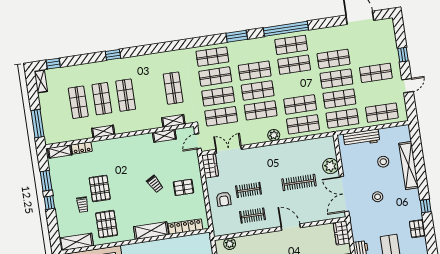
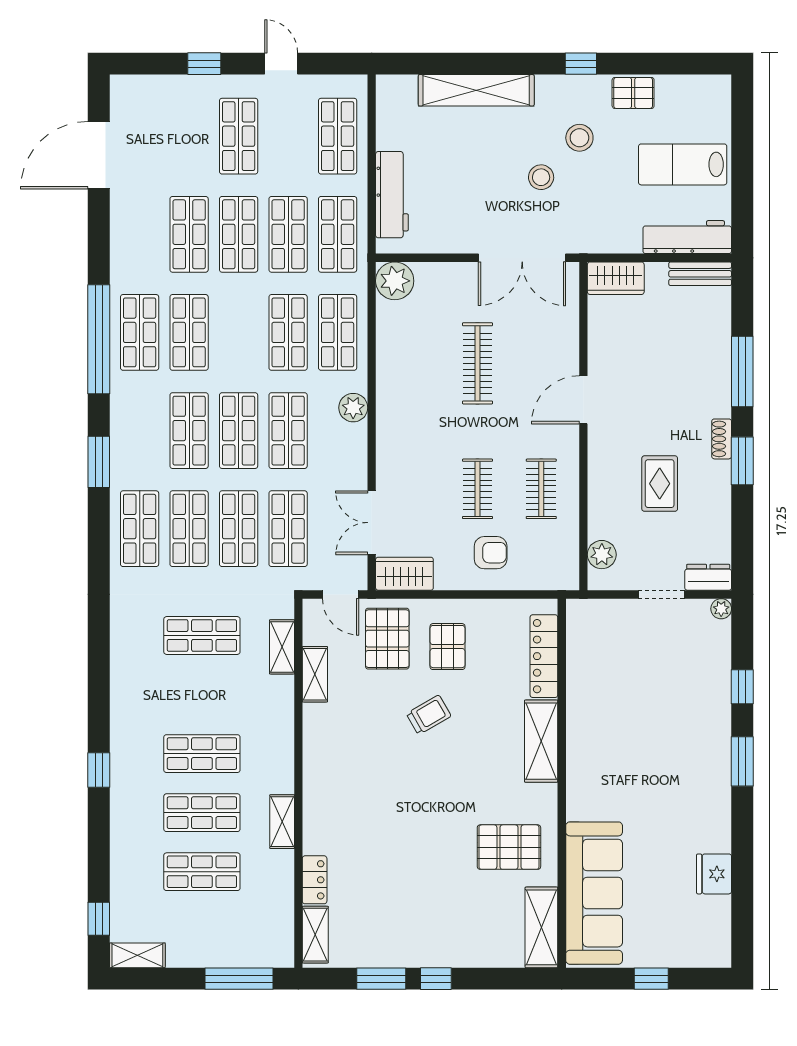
stool: (383, 162) -> (579, 138), moved
plant: (330, 166) -> (395, 281), moved
pallet: (100, 188) -> (387, 639), moved, turned 90
trolley: (83, 205) -> (453, 899), removed

